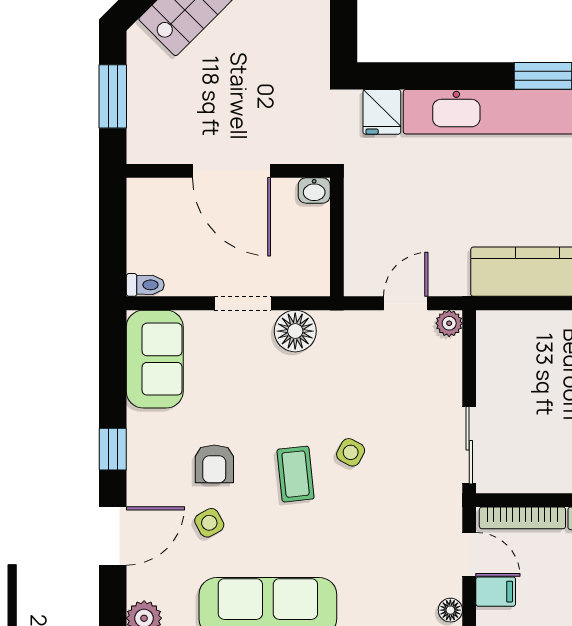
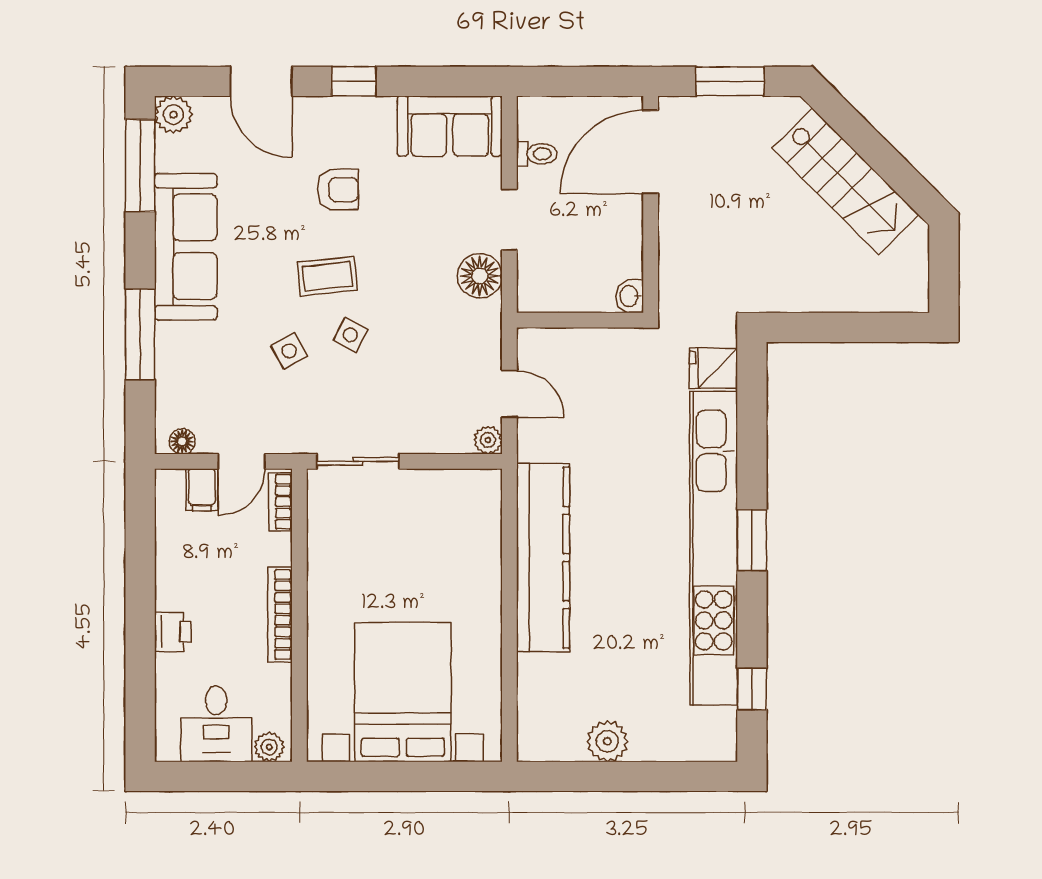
door: (231, 171) -> (651, 152), moved
toilet: (145, 285) -> (537, 154), moved, turned -90
armchair: (214, 464) -> (338, 190), turned 180
bookcase: (522, 518) -> (280, 502), width x0.64
side table: (209, 523) -> (289, 351), moved

